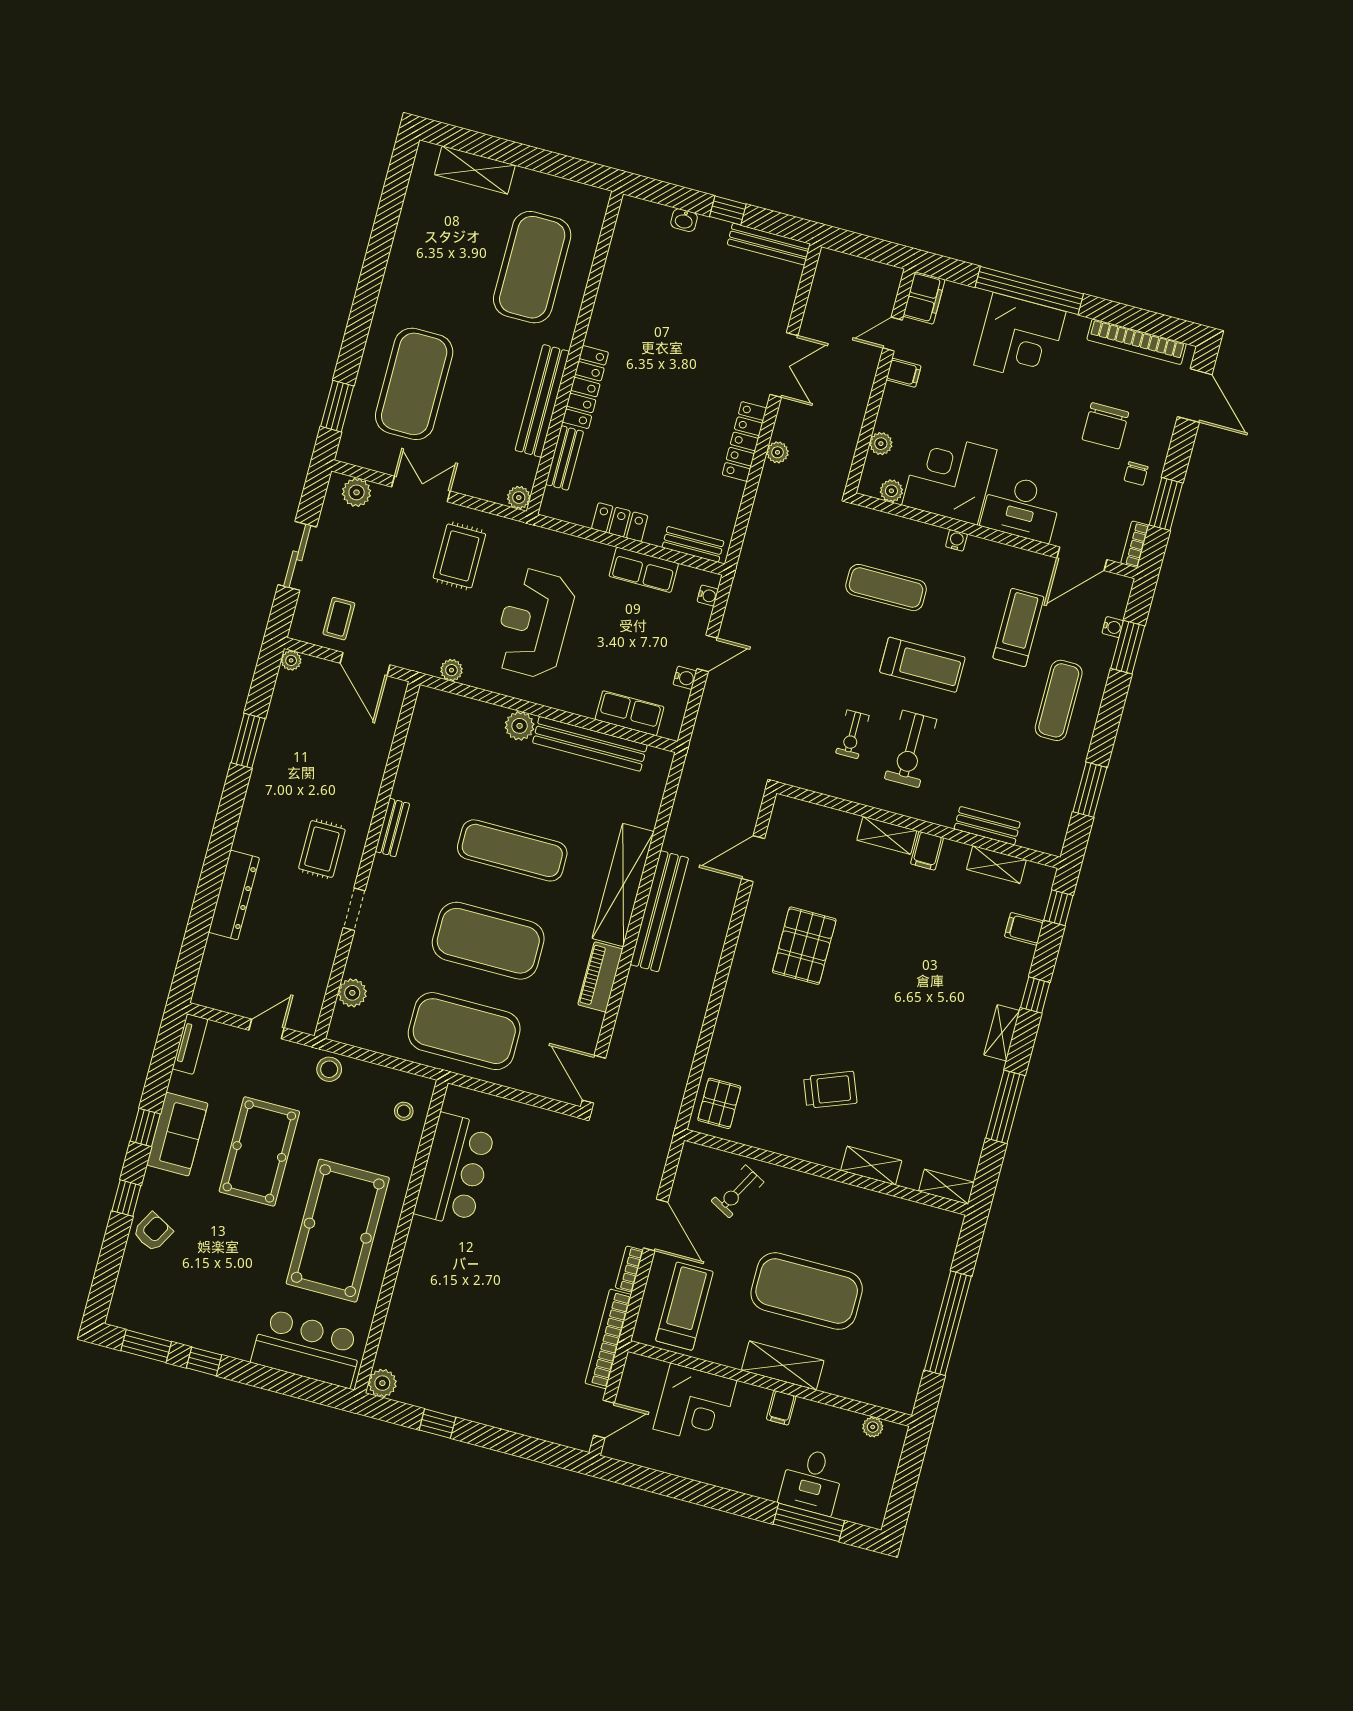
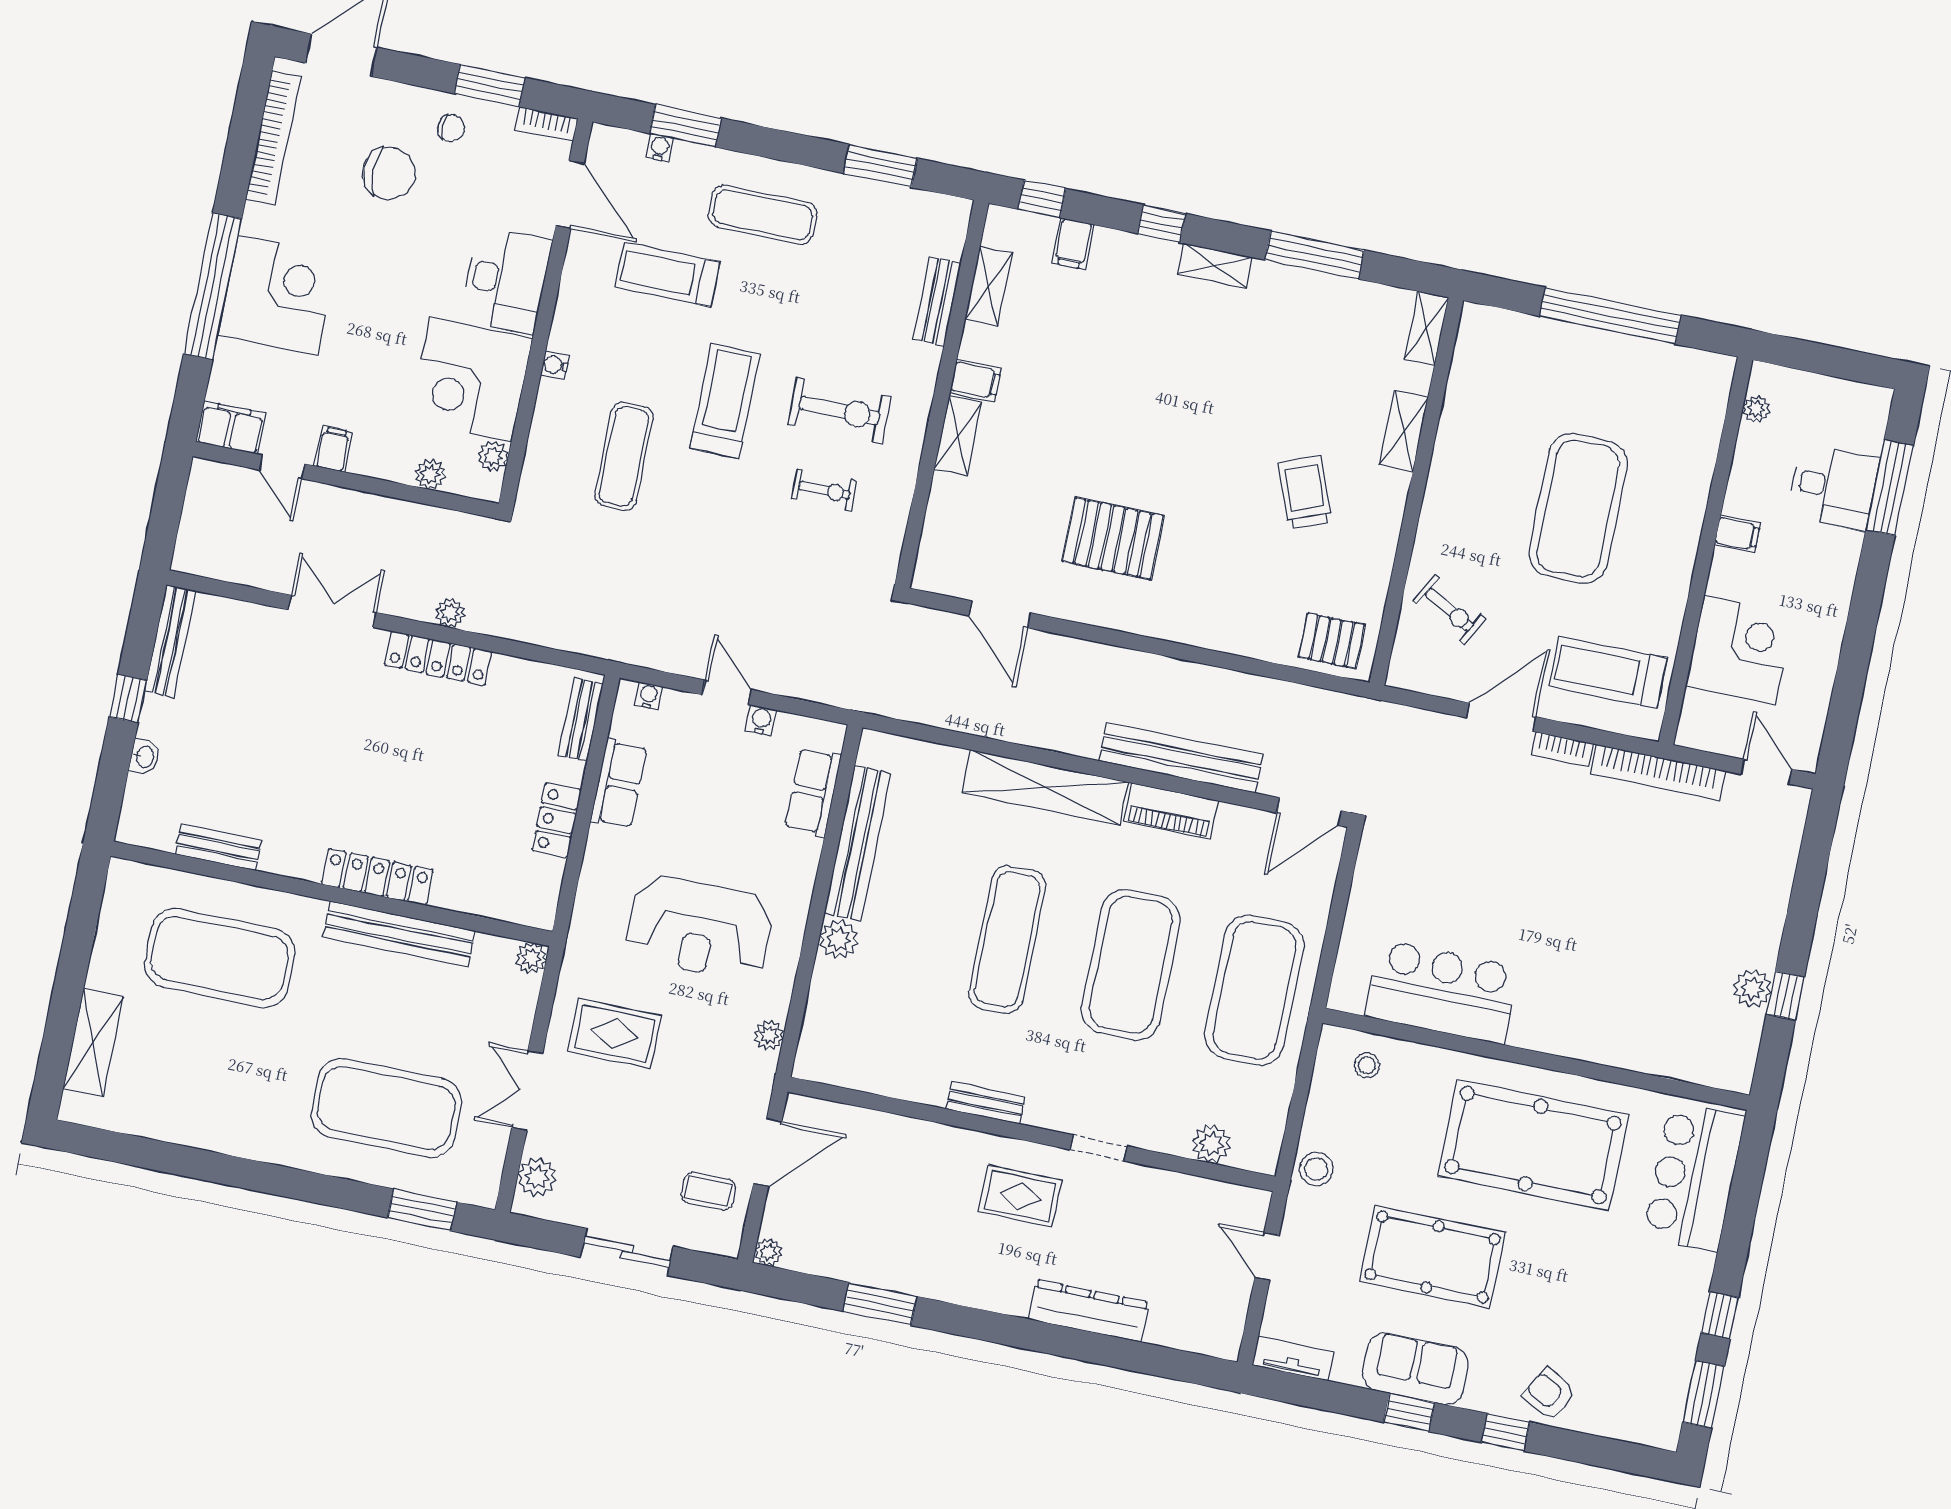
bench: (565, 458) -> (219, 847), moved
bench: (659, 911) -> (1181, 758), moved
shelving: (783, 1365) -> (1680, 535), removed
plant: (382, 1383) -> (1752, 989), moved

